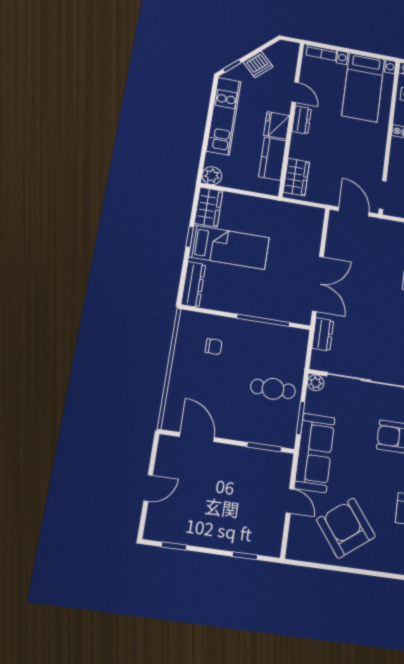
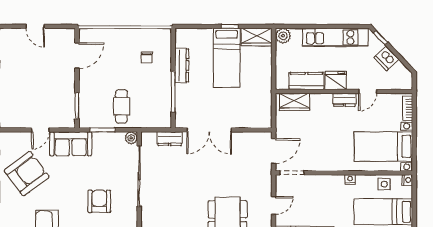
dresser: (193, 284) -> (182, 65), moved, turned -90
sofa: (315, 453) -> (71, 144), width x0.73

